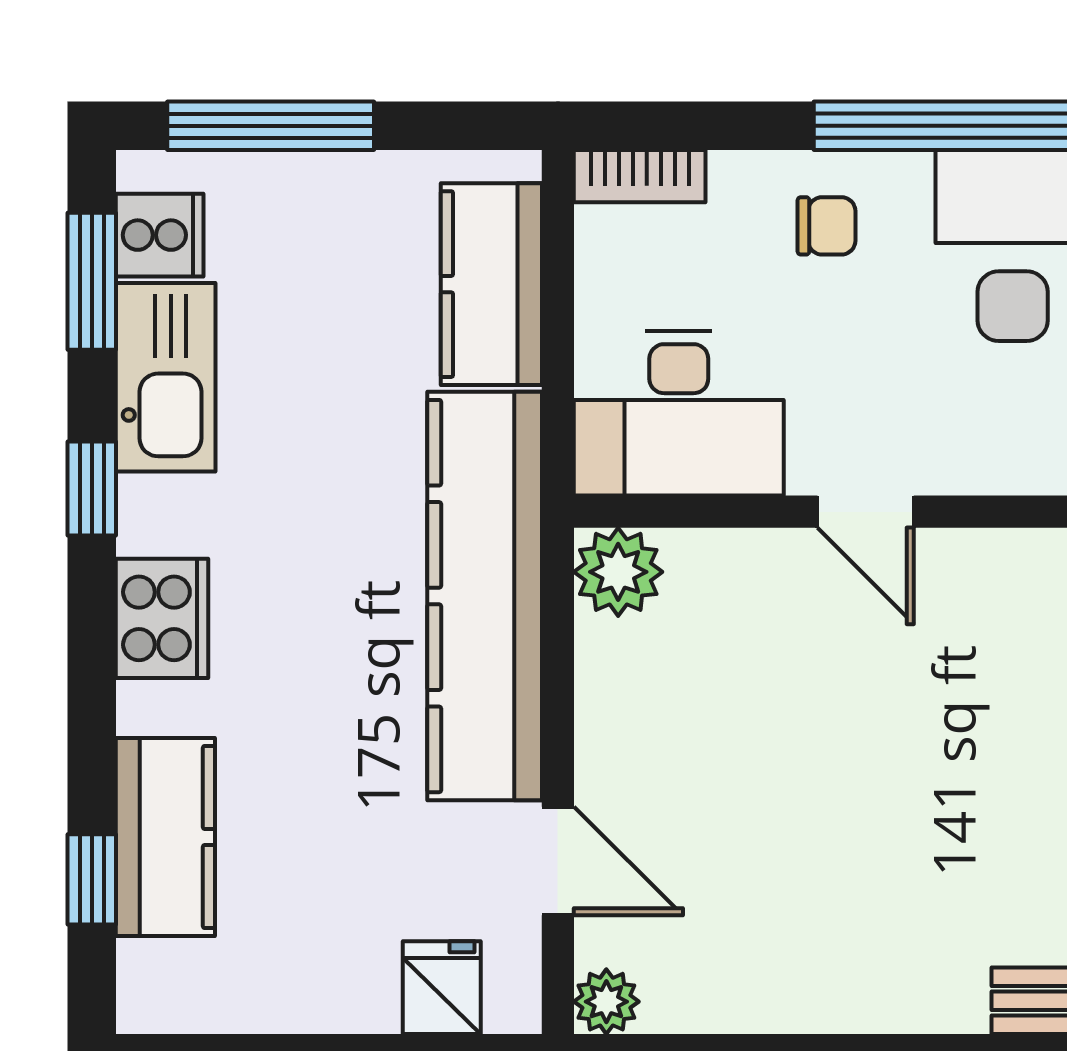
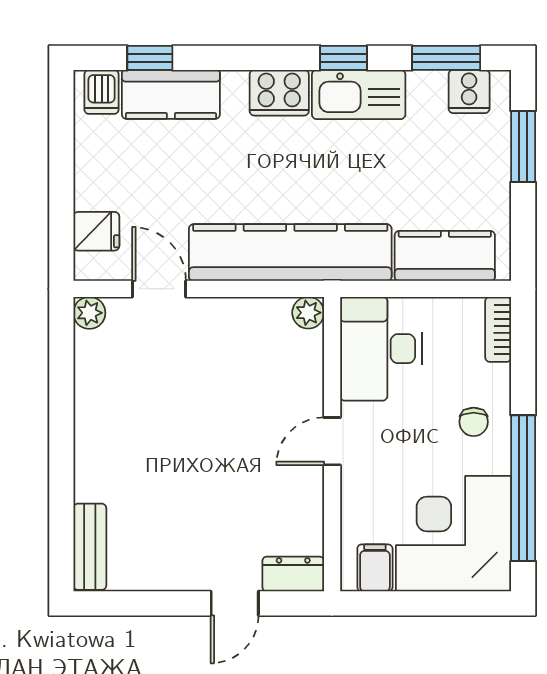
window: (271, 126) -> (523, 147), width x0.69
kitchen sink: (166, 377) -> (359, 94), moved
plant: (618, 572) -> (308, 313), width x0.73, depth x0.73
door: (558, 861) -> (159, 289), swing flipped
dishwasher: (160, 977) -> (102, 92), added

